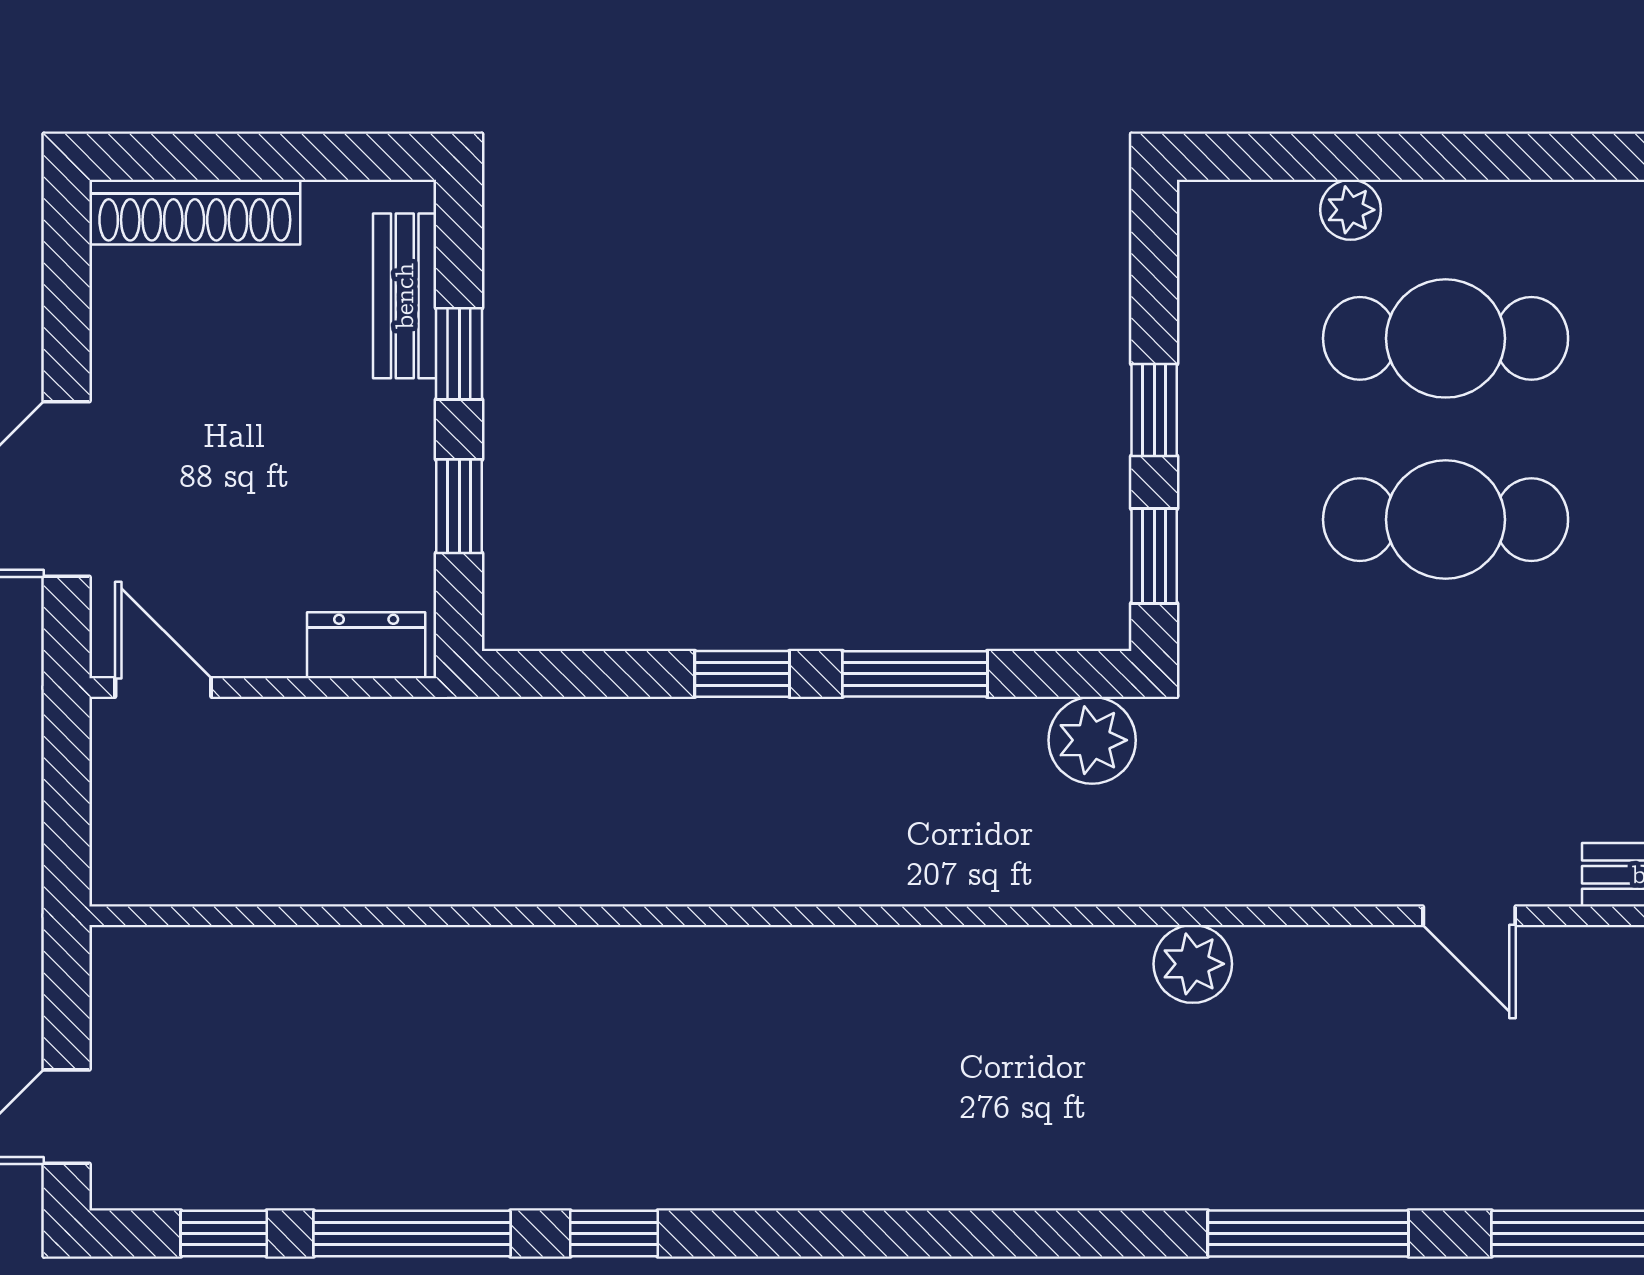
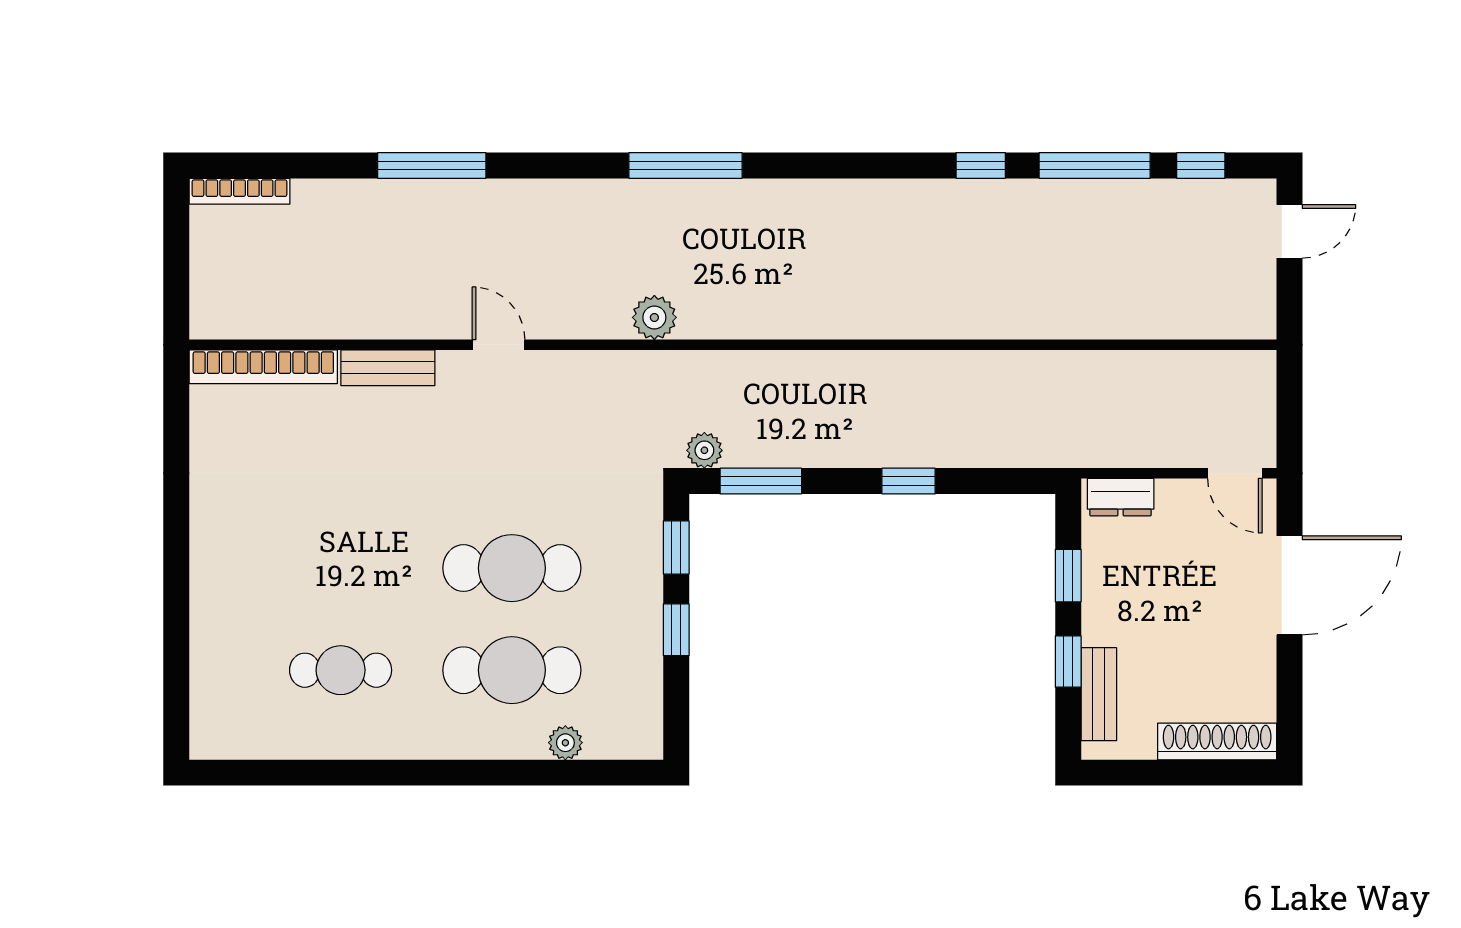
window: (915, 674) -> (761, 481), moved
plant: (1092, 740) -> (704, 450), width x0.73, depth x0.73
window: (1308, 1234) -> (686, 165), moved

